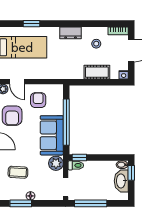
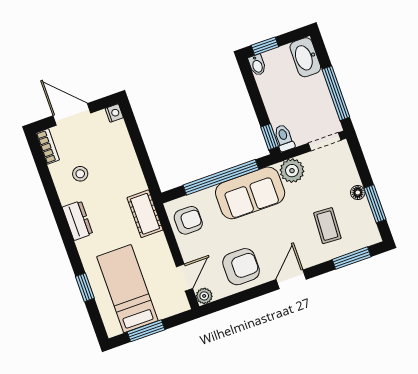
cot: (97, 72) -> (145, 214), moved
armchair: (38, 100) -> (188, 220), moved, turned 180
washbasin: (121, 181) -> (305, 57), moved, turned 90

